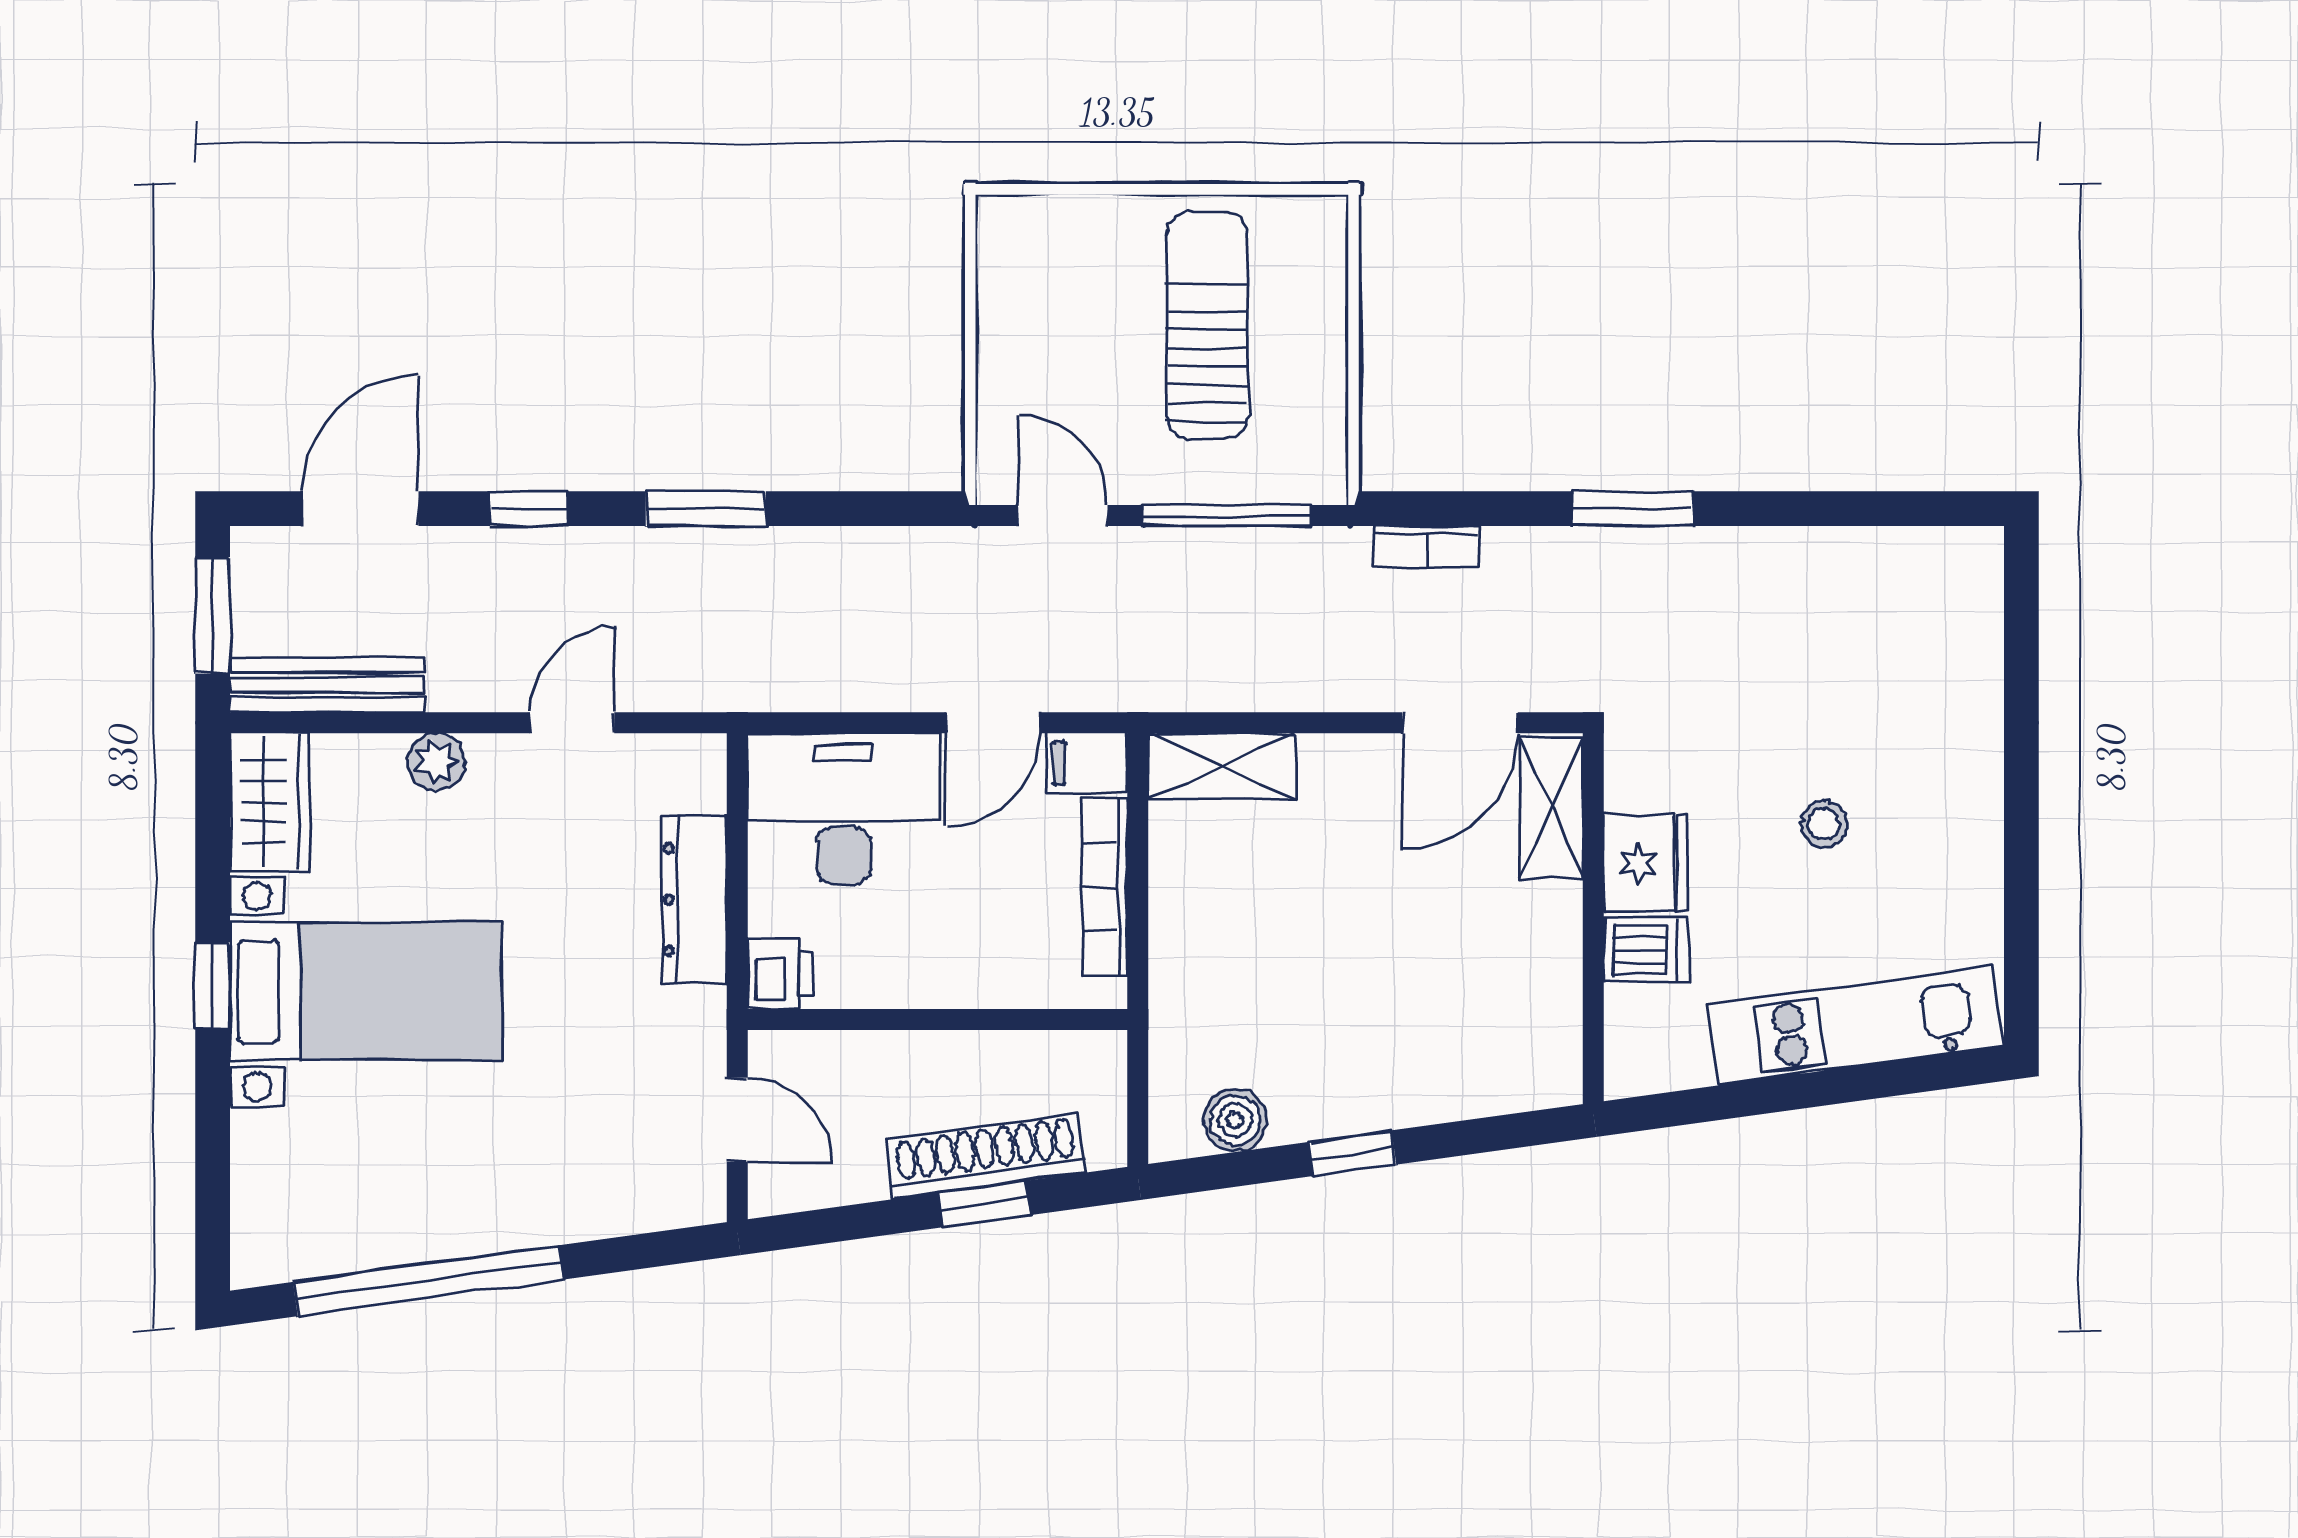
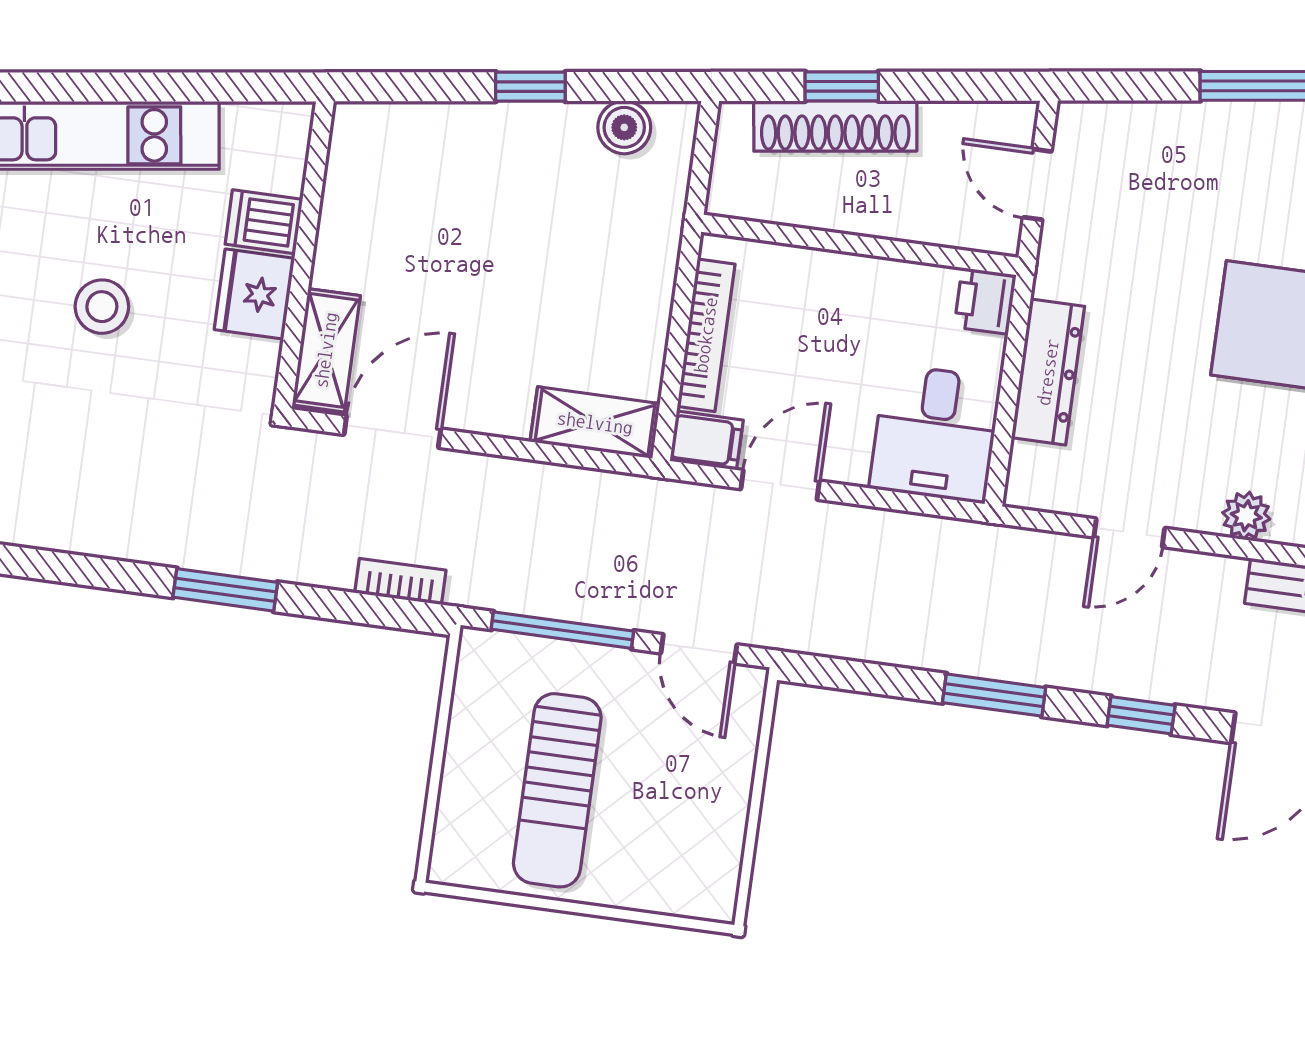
desk: (844, 809) -> (935, 433), width x0.73
stool: (1824, 824) -> (102, 307), width x1.37, depth x1.37

